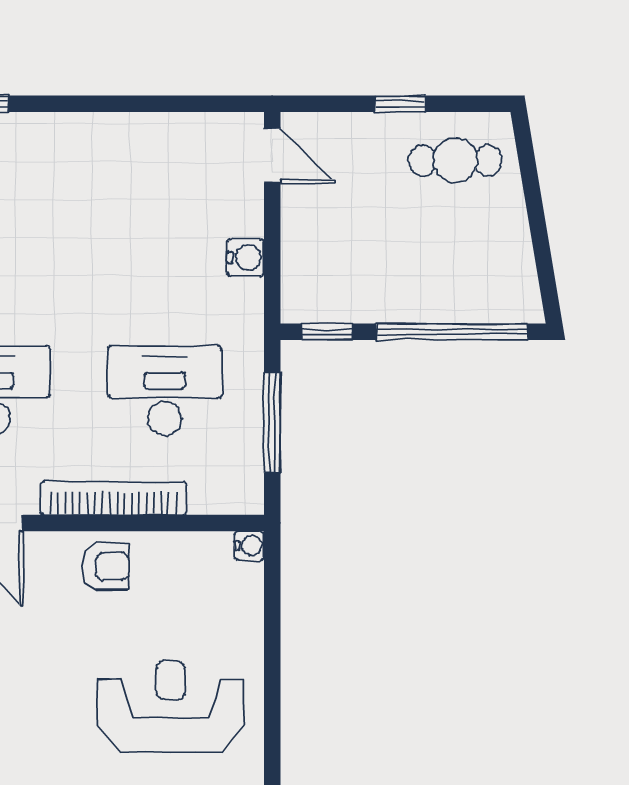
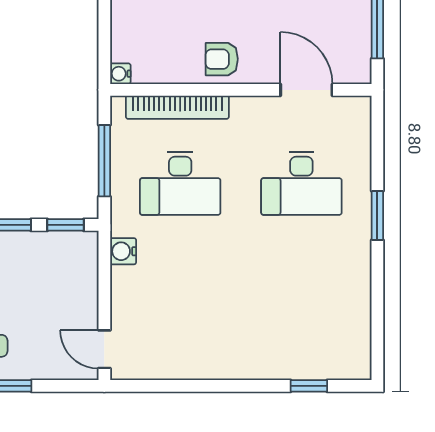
water cooler: (245, 257) -> (123, 251), moved
bookcase: (113, 498) -> (177, 107), moved

